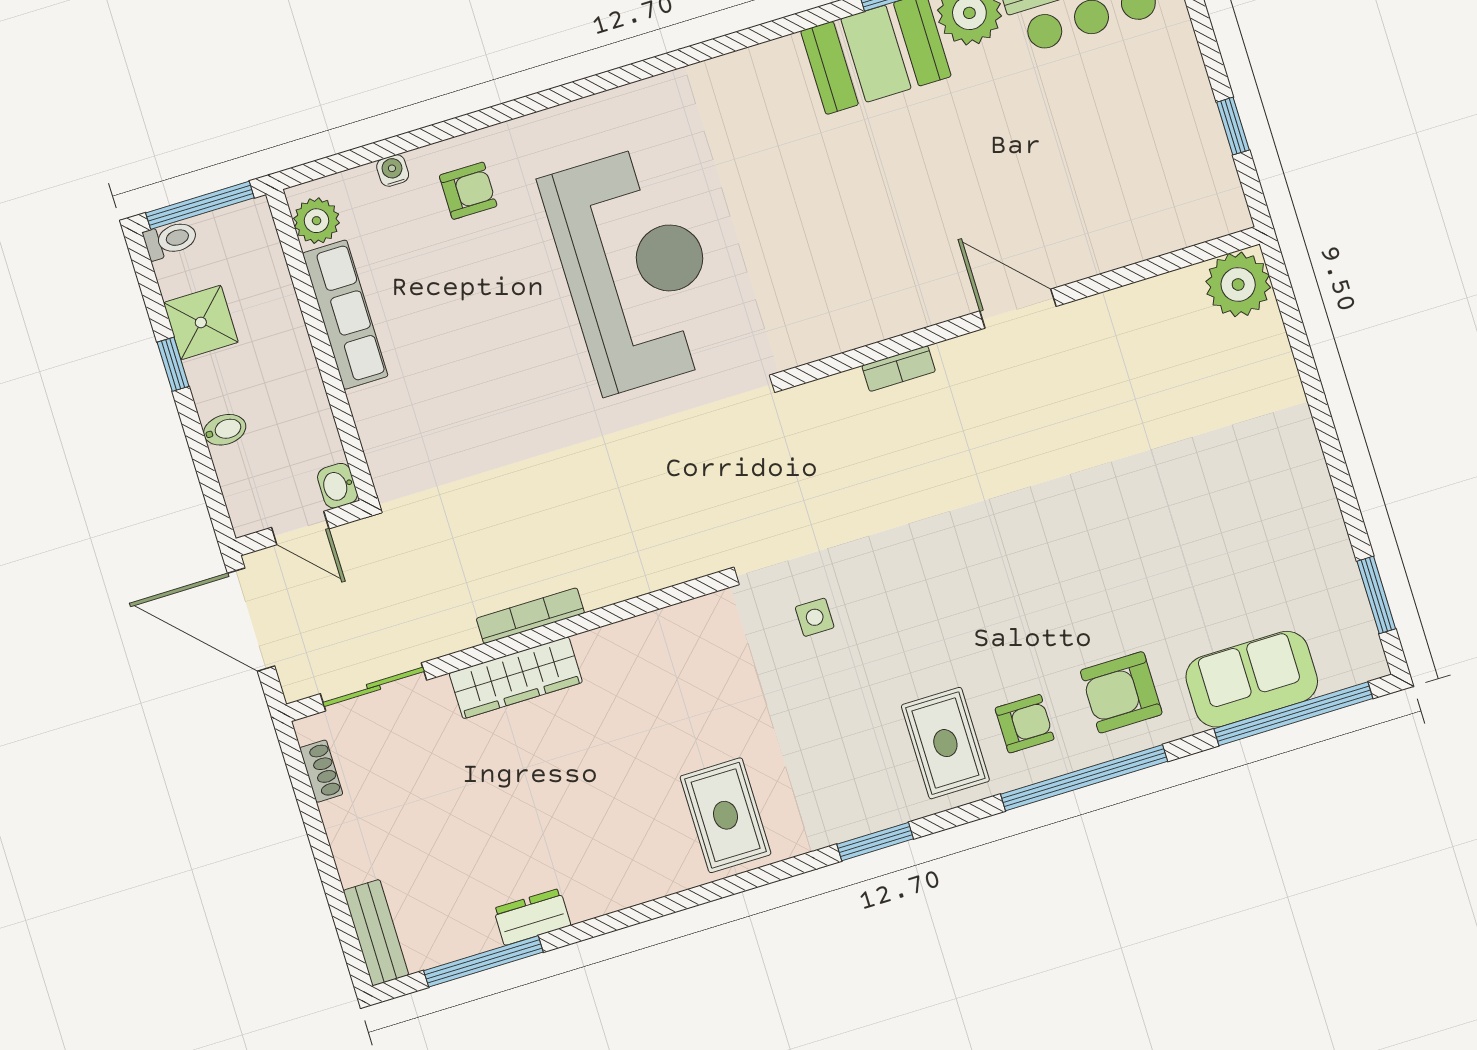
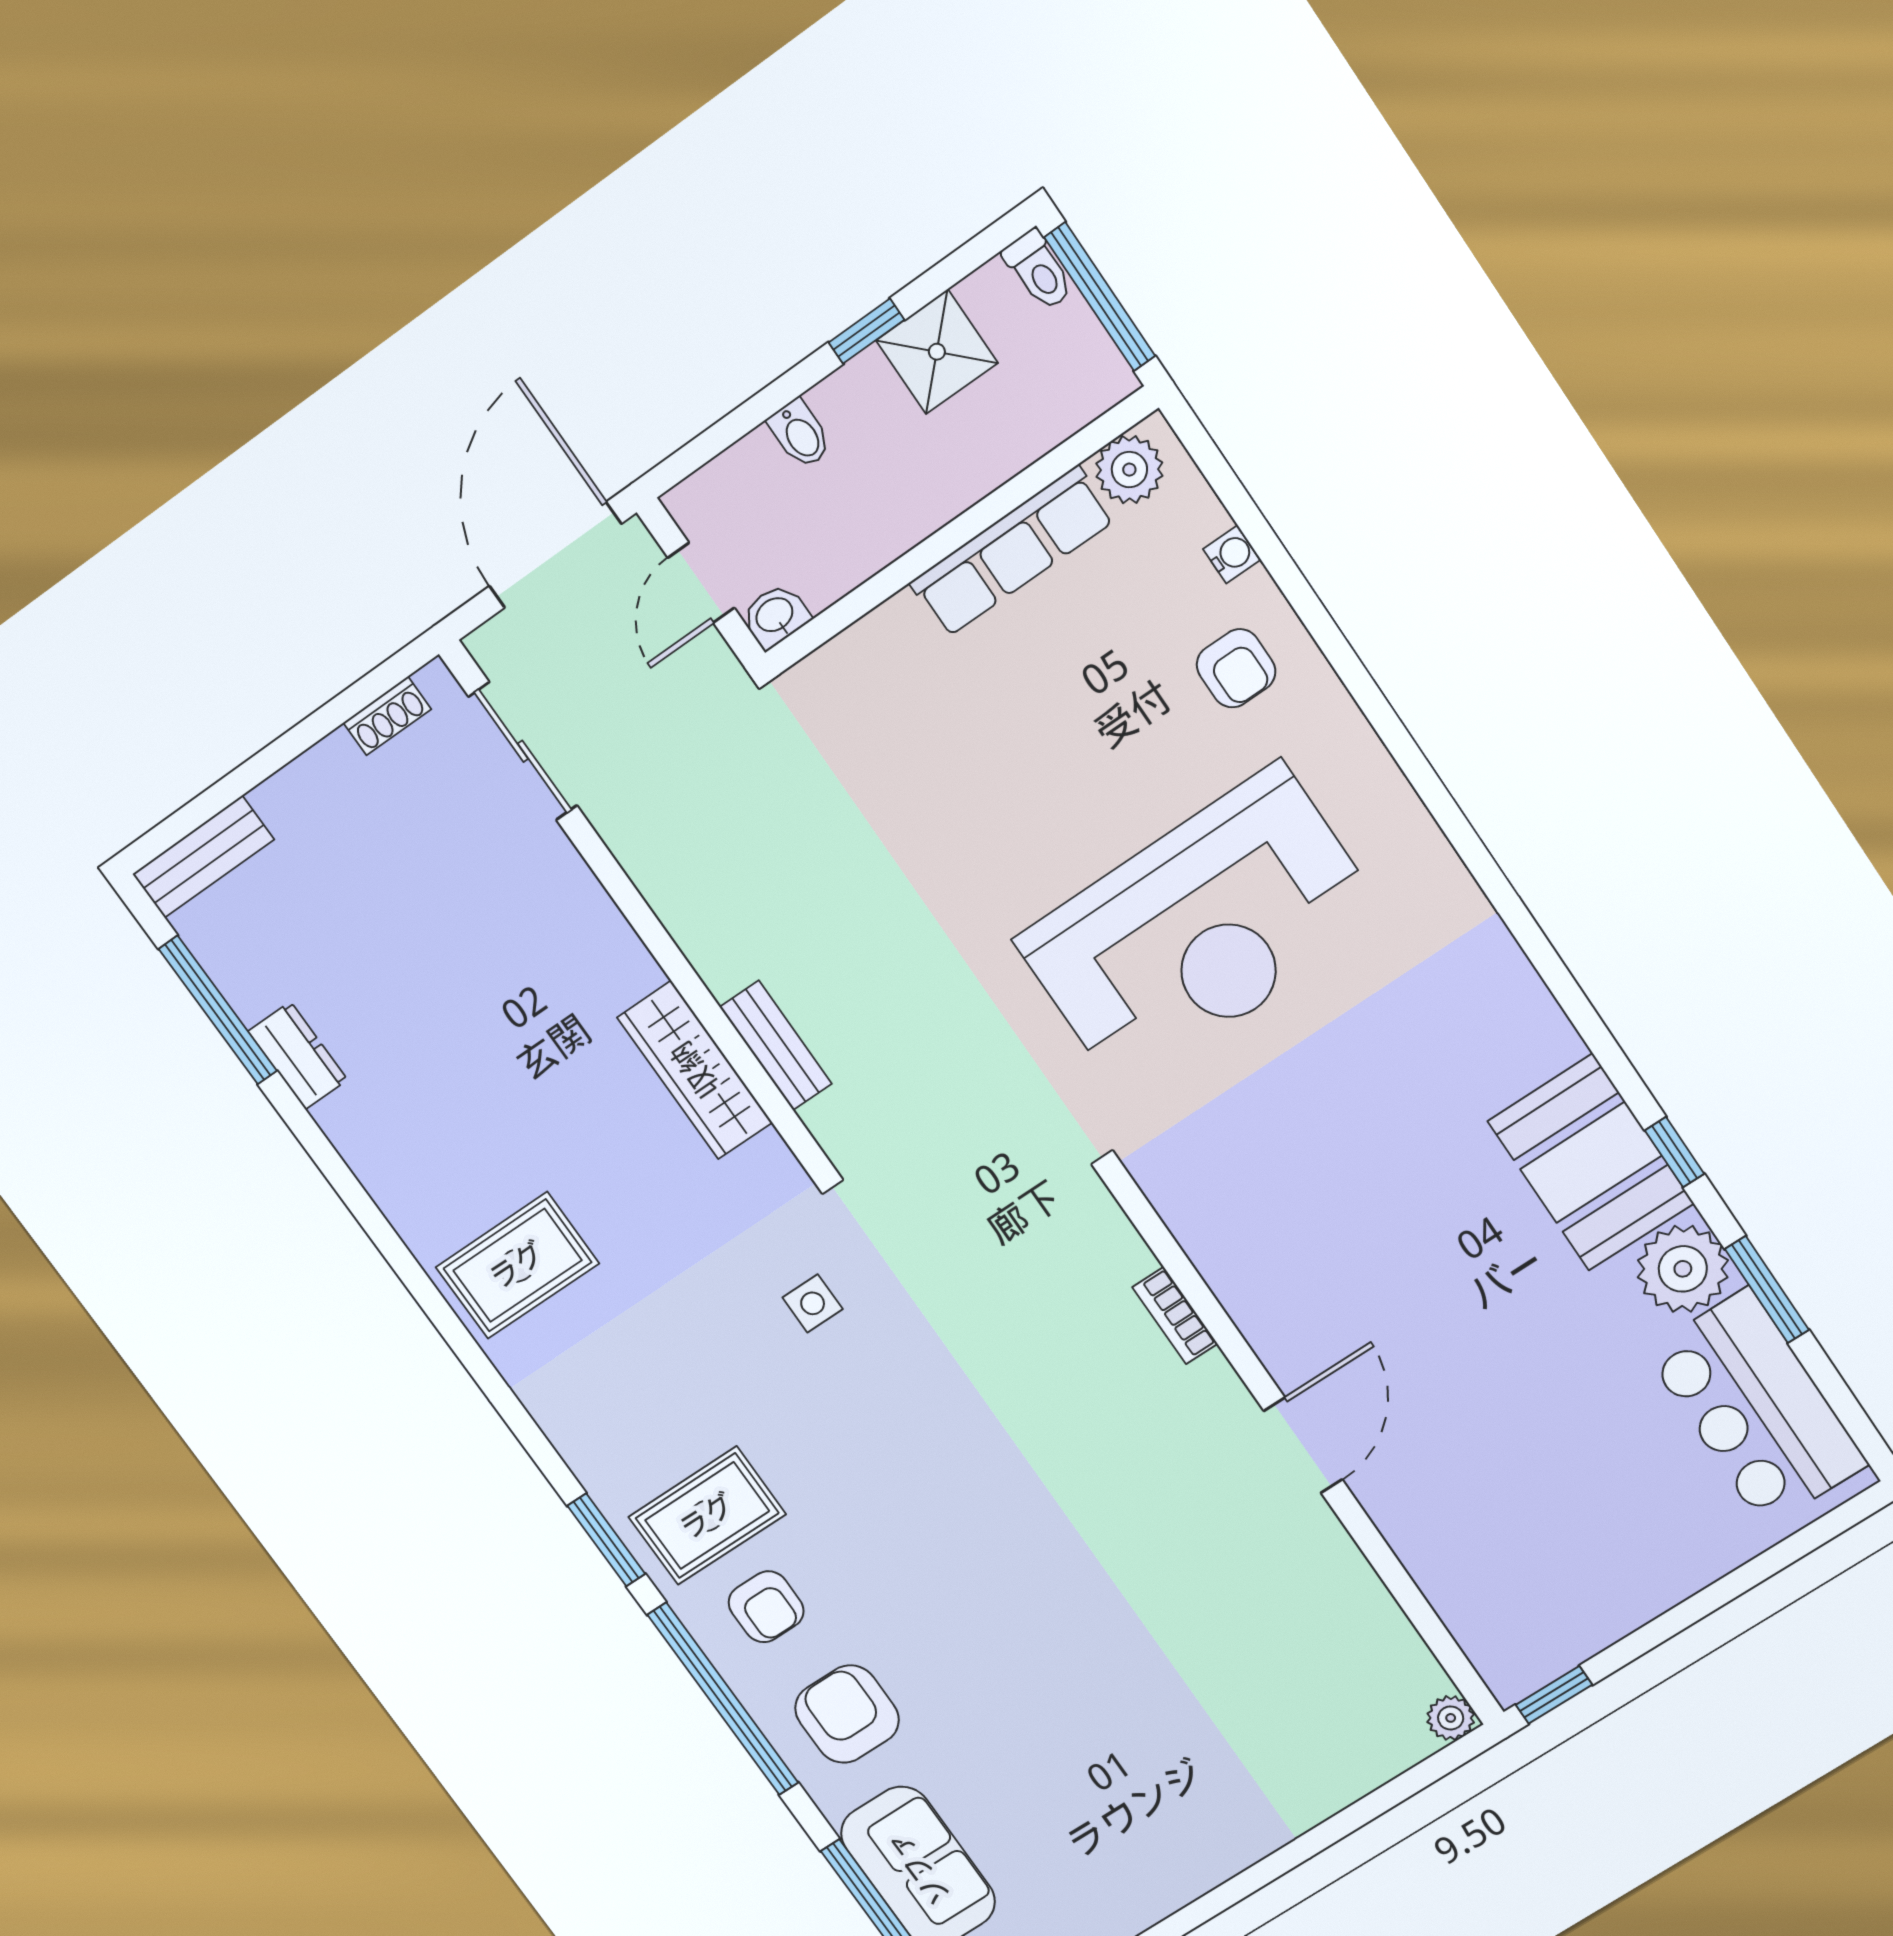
window: (1233, 126) -> (1554, 1695), moved
plant: (1238, 284) -> (1451, 1718), width x0.53, depth x0.53
bench: (626, 582) -> (776, 1045), added
bookcase: (530, 616) -> (689, 932), removed
wardrobe: (516, 678) -> (695, 1070), moved
window: (875, 842) -> (606, 1540), moved

